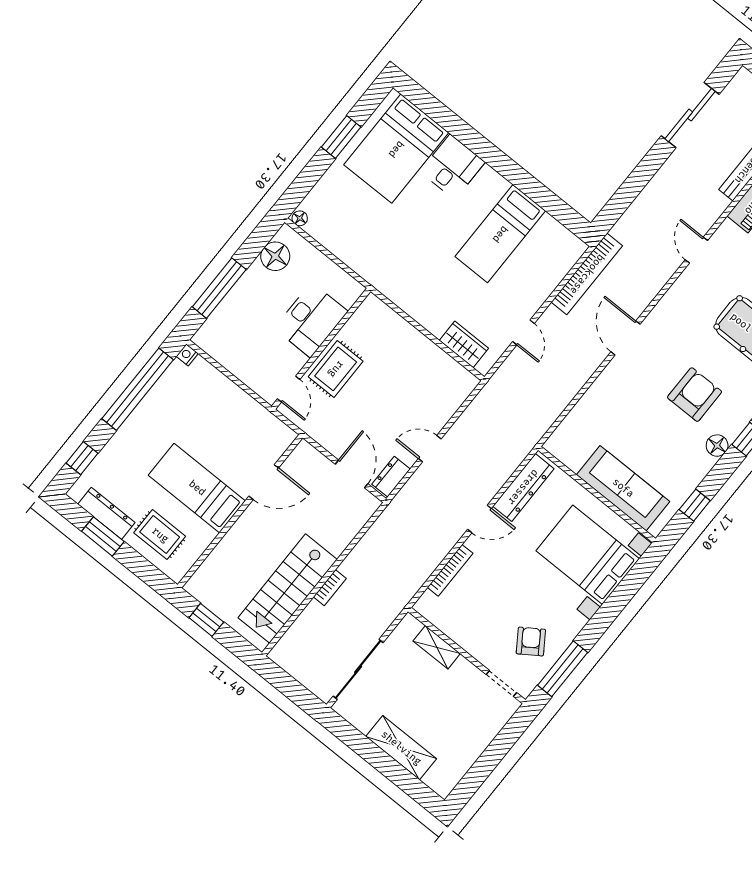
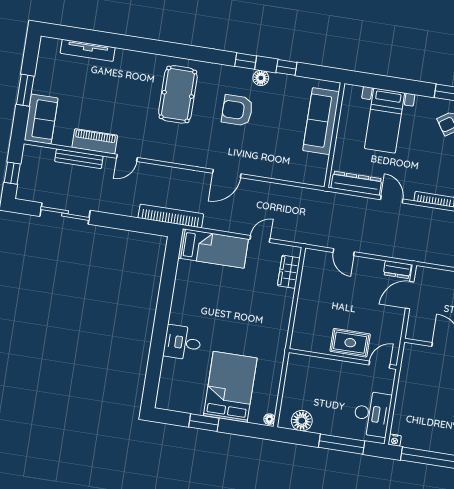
bed: (396, 149) -> (230, 387), moved, turned -90
bed: (500, 234) -> (213, 248), moved
door: (696, 250) -> (127, 158), moved
bookcase: (587, 274) -> (171, 216), moved
desk: (311, 320) -> (372, 414), moved, turned 90
door: (430, 449) -> (344, 252), moved
window: (695, 505) -> (286, 67), moved
bed with nightstands: (588, 555) -> (385, 121), width x0.73

